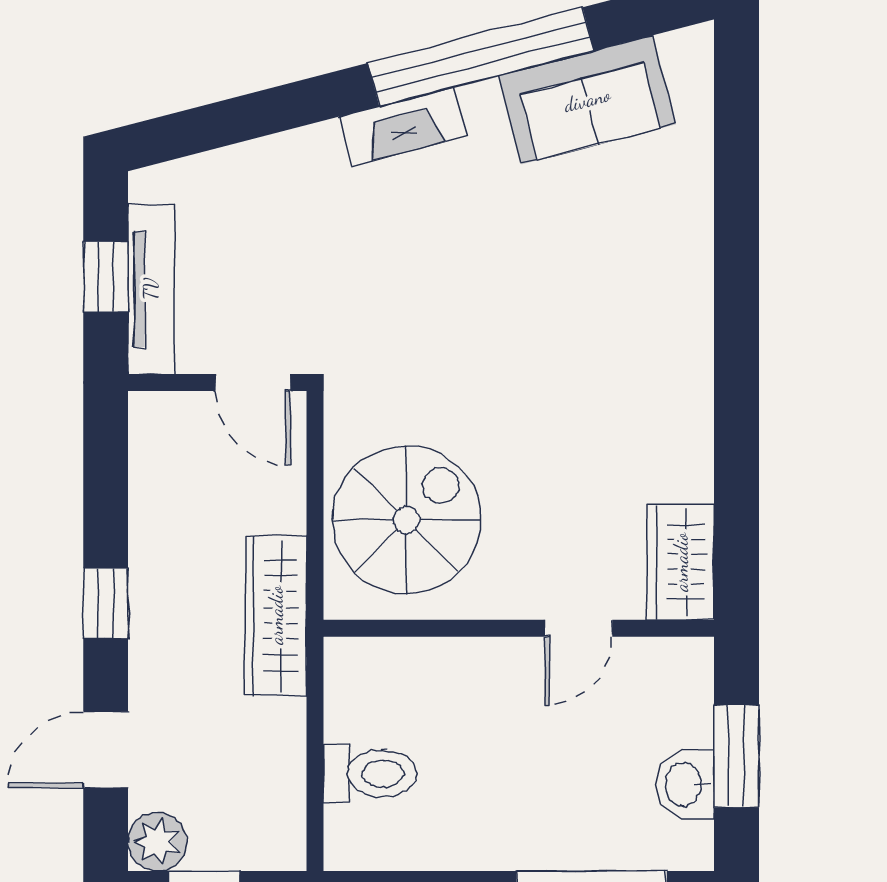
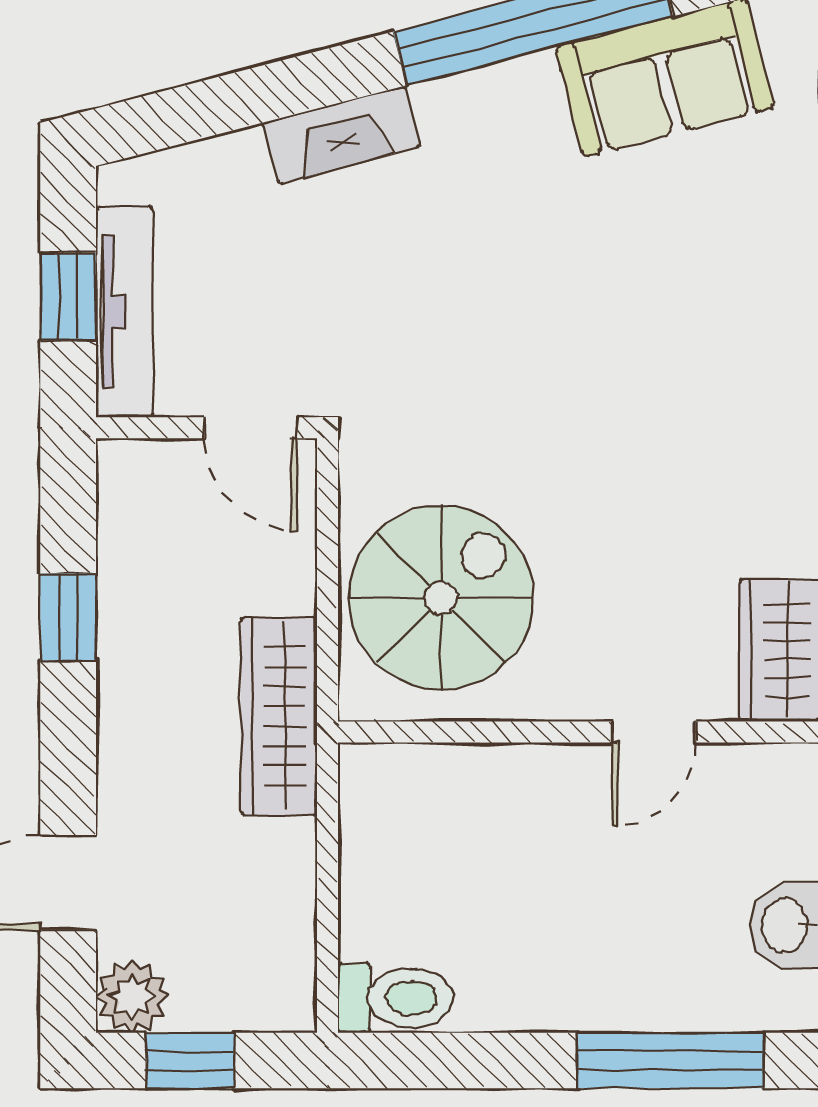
fireplace: (403, 126) -> (342, 135), moved
window: (106, 603) -> (68, 617), moved
toilet: (370, 774) -> (395, 998), moved

